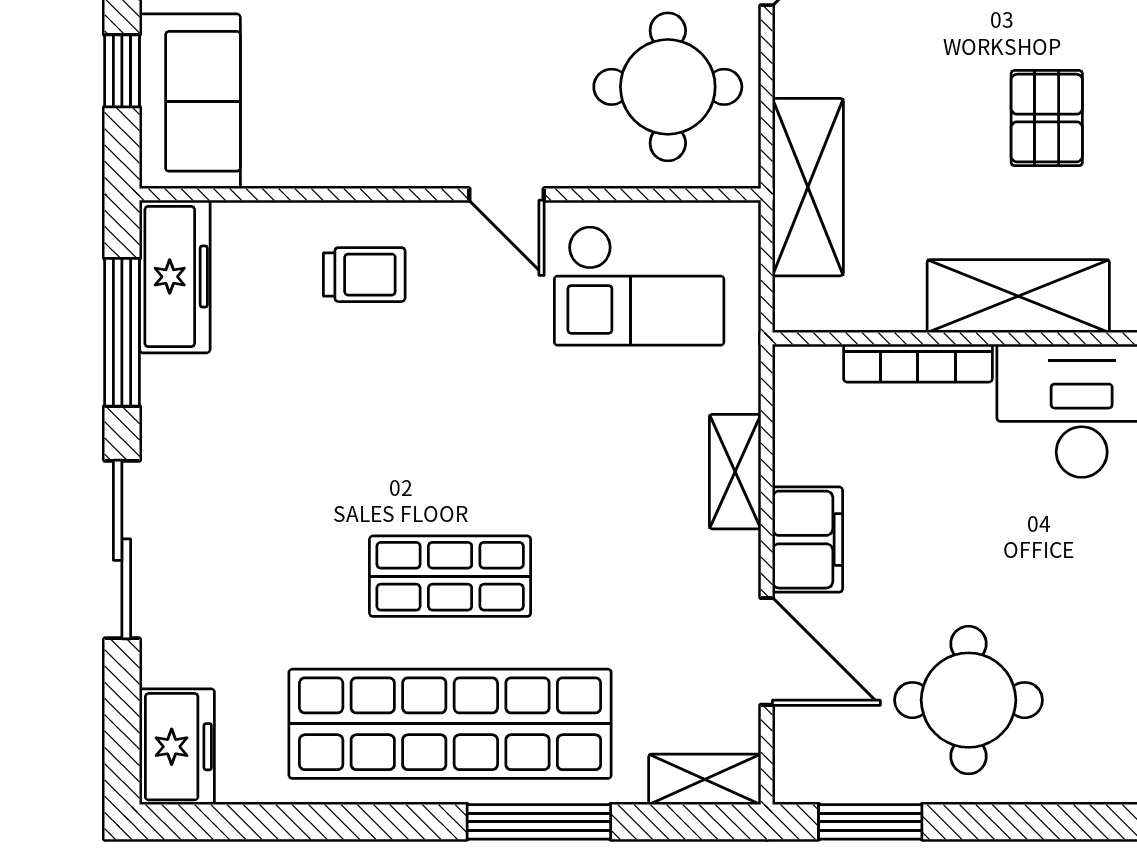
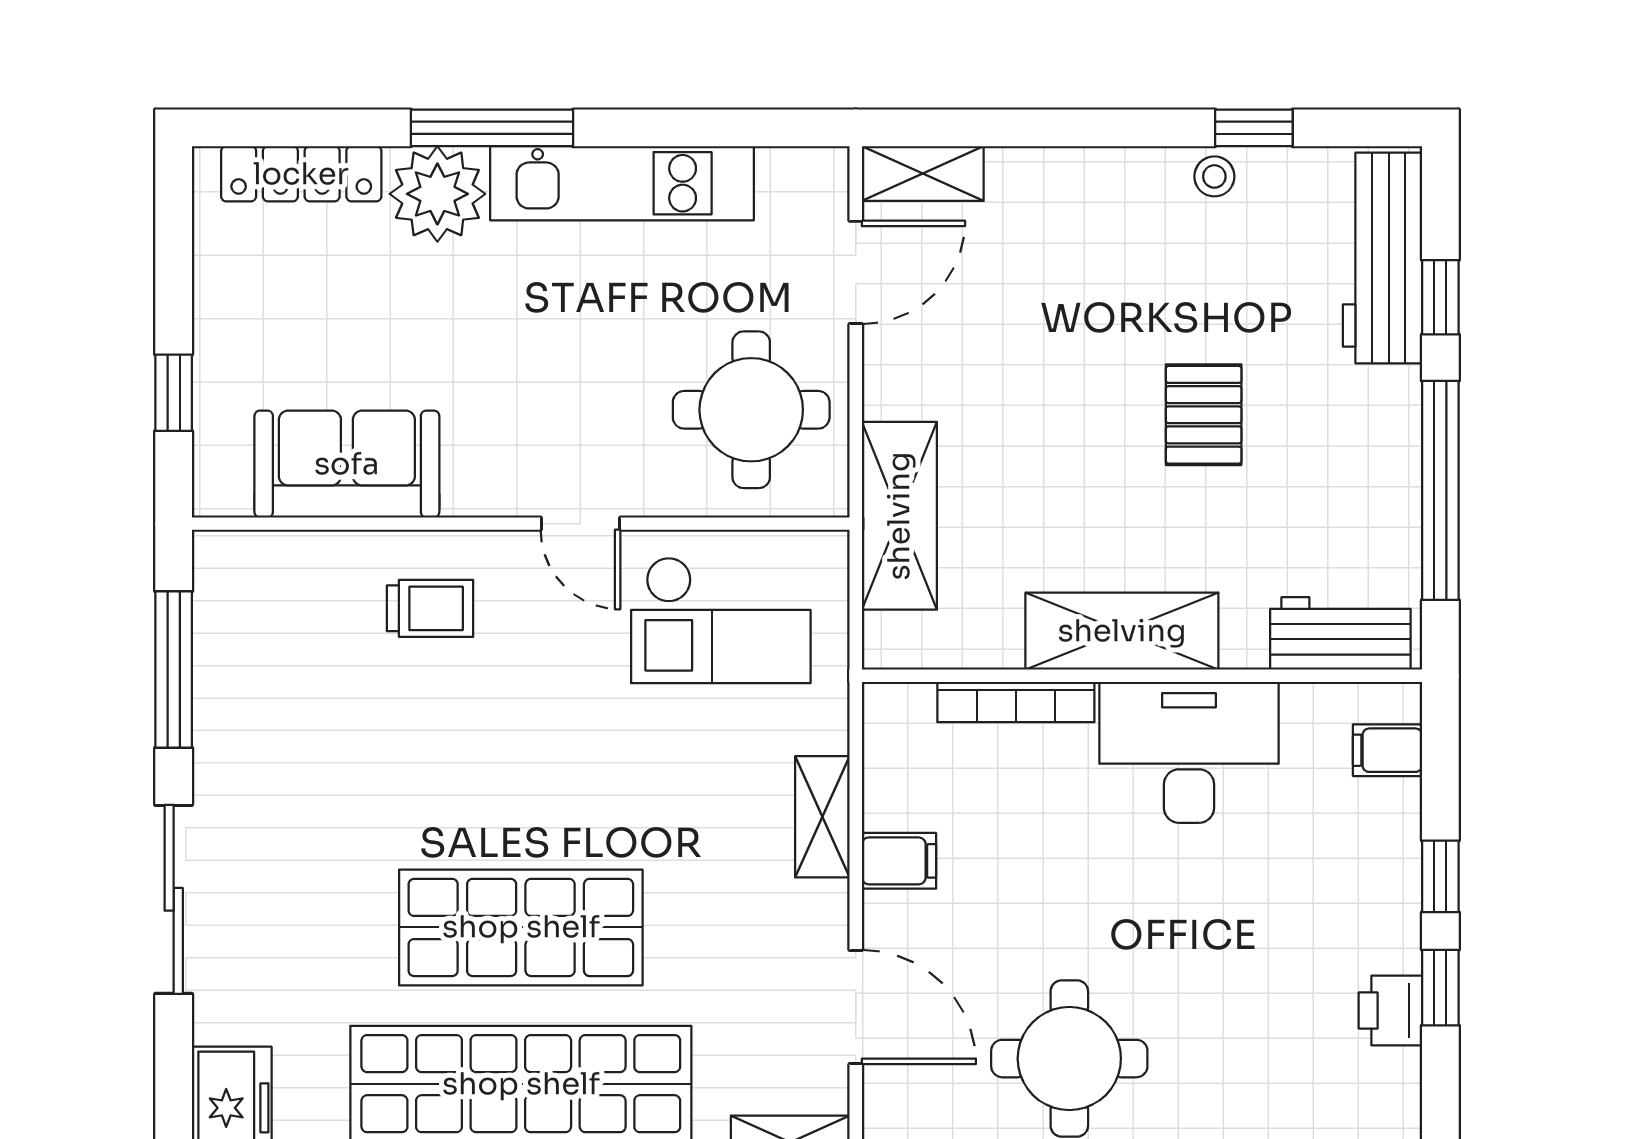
sofa: (190, 101) -> (347, 464), moved, turned -90
pallet: (1047, 118) -> (1204, 415), moved
freezer: (175, 277) -> (229, 610), removed
filing cabinet: (807, 540) -> (899, 861), width x0.50
shop shelf: (450, 576) -> (521, 927), width x1.43, depth x1.36

